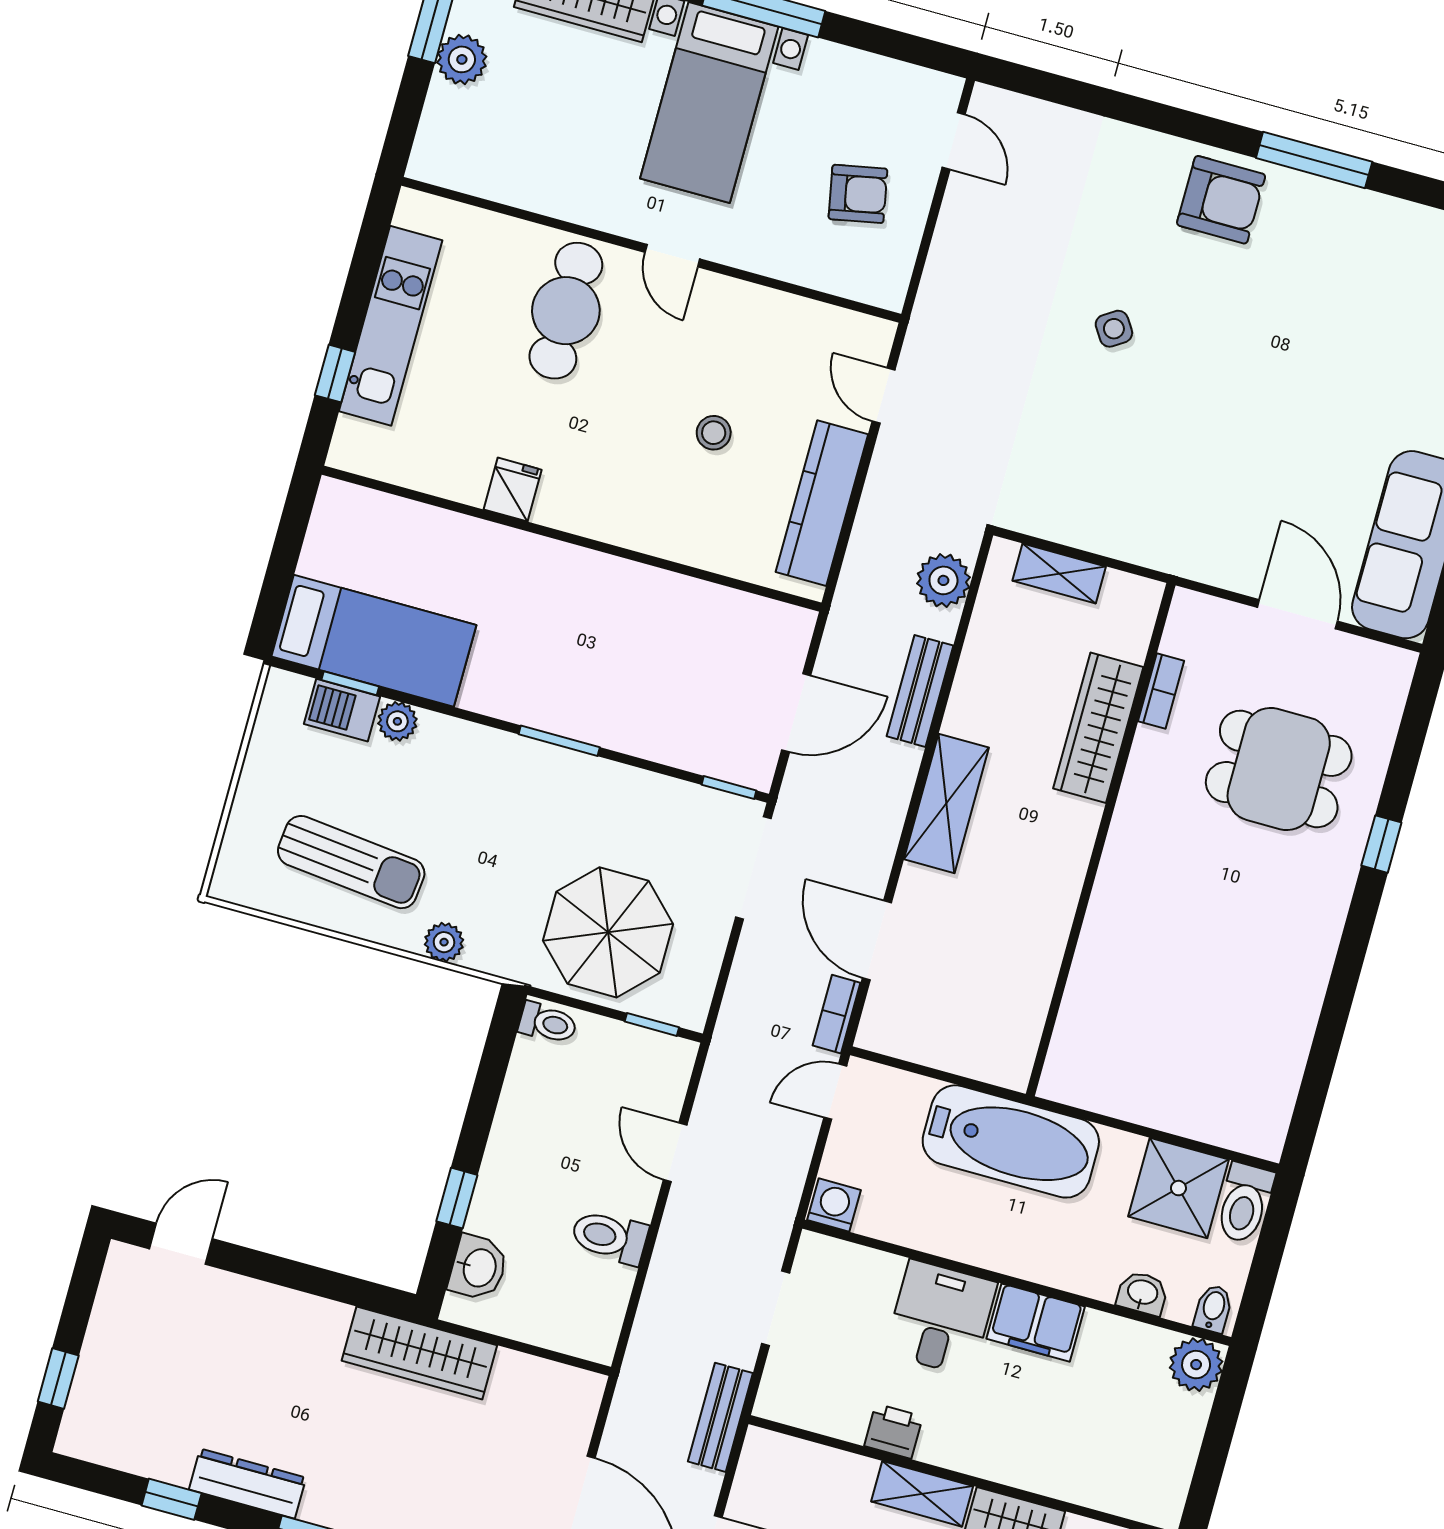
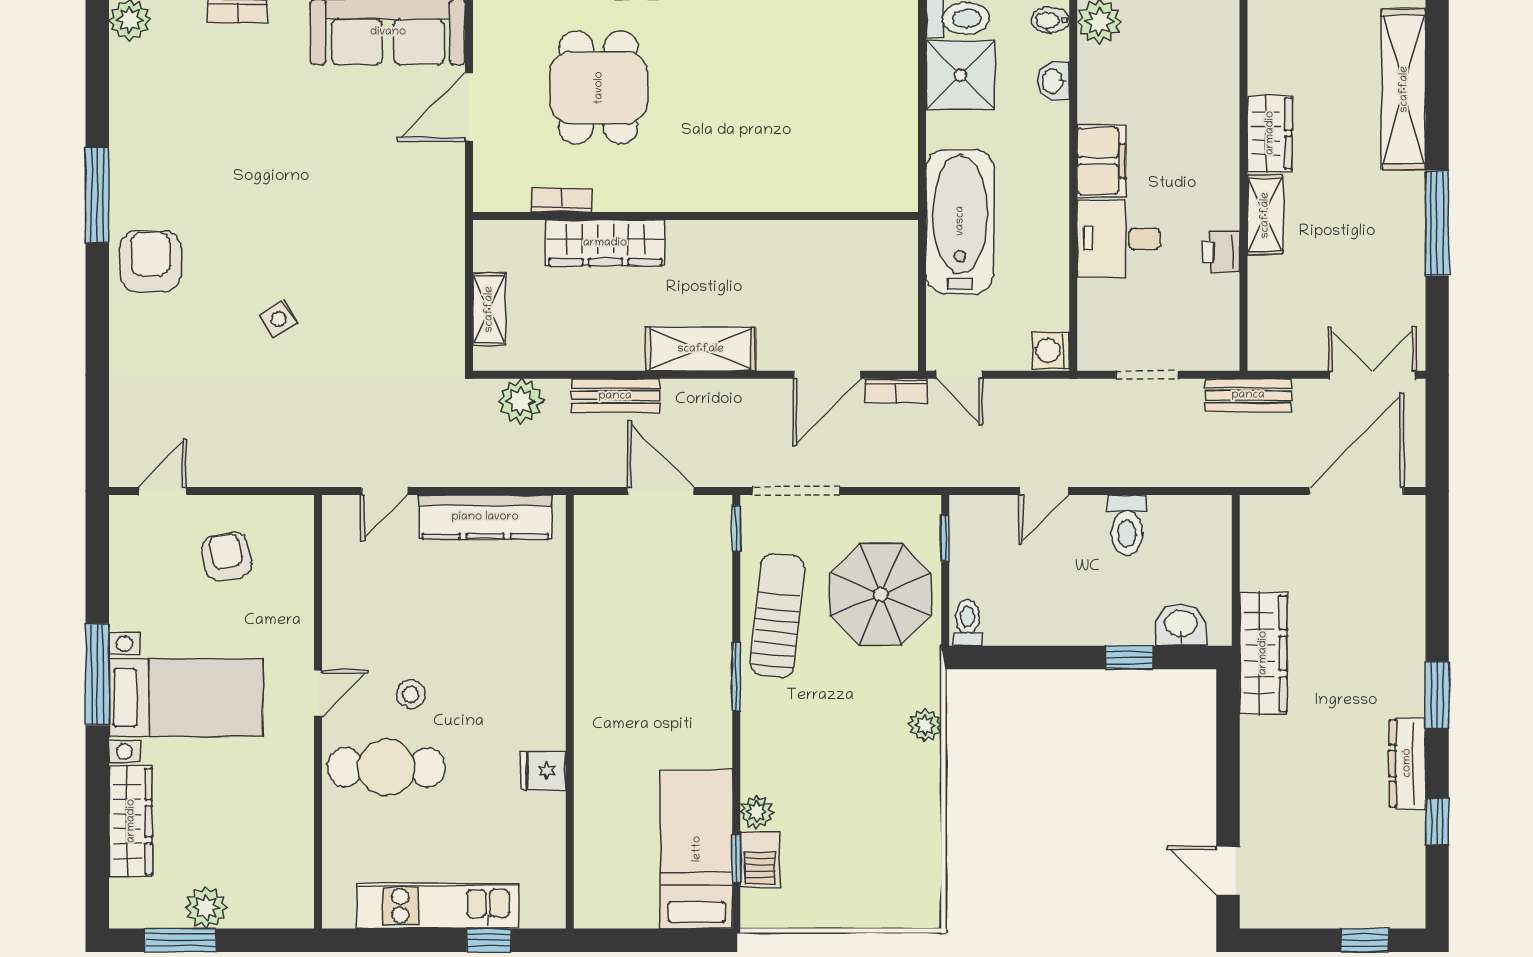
stool: (714, 433) -> (411, 694), moved
sun lounger: (351, 862) -> (777, 616), moved

